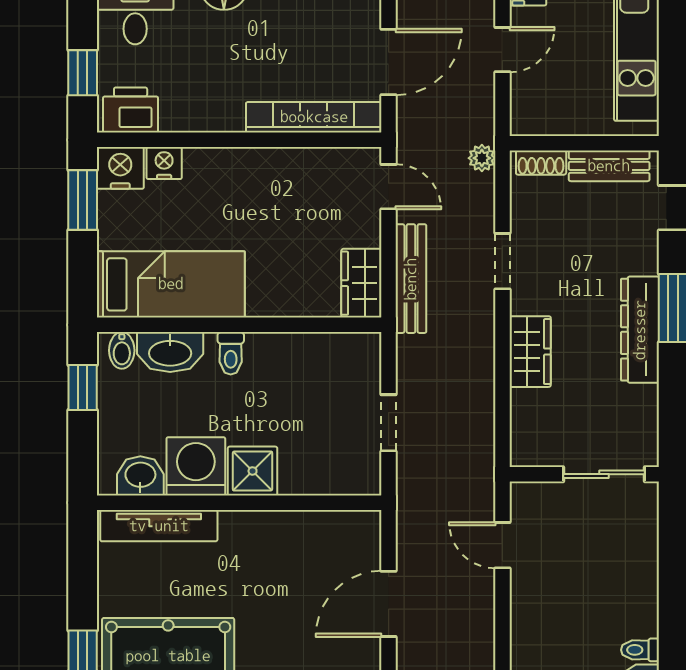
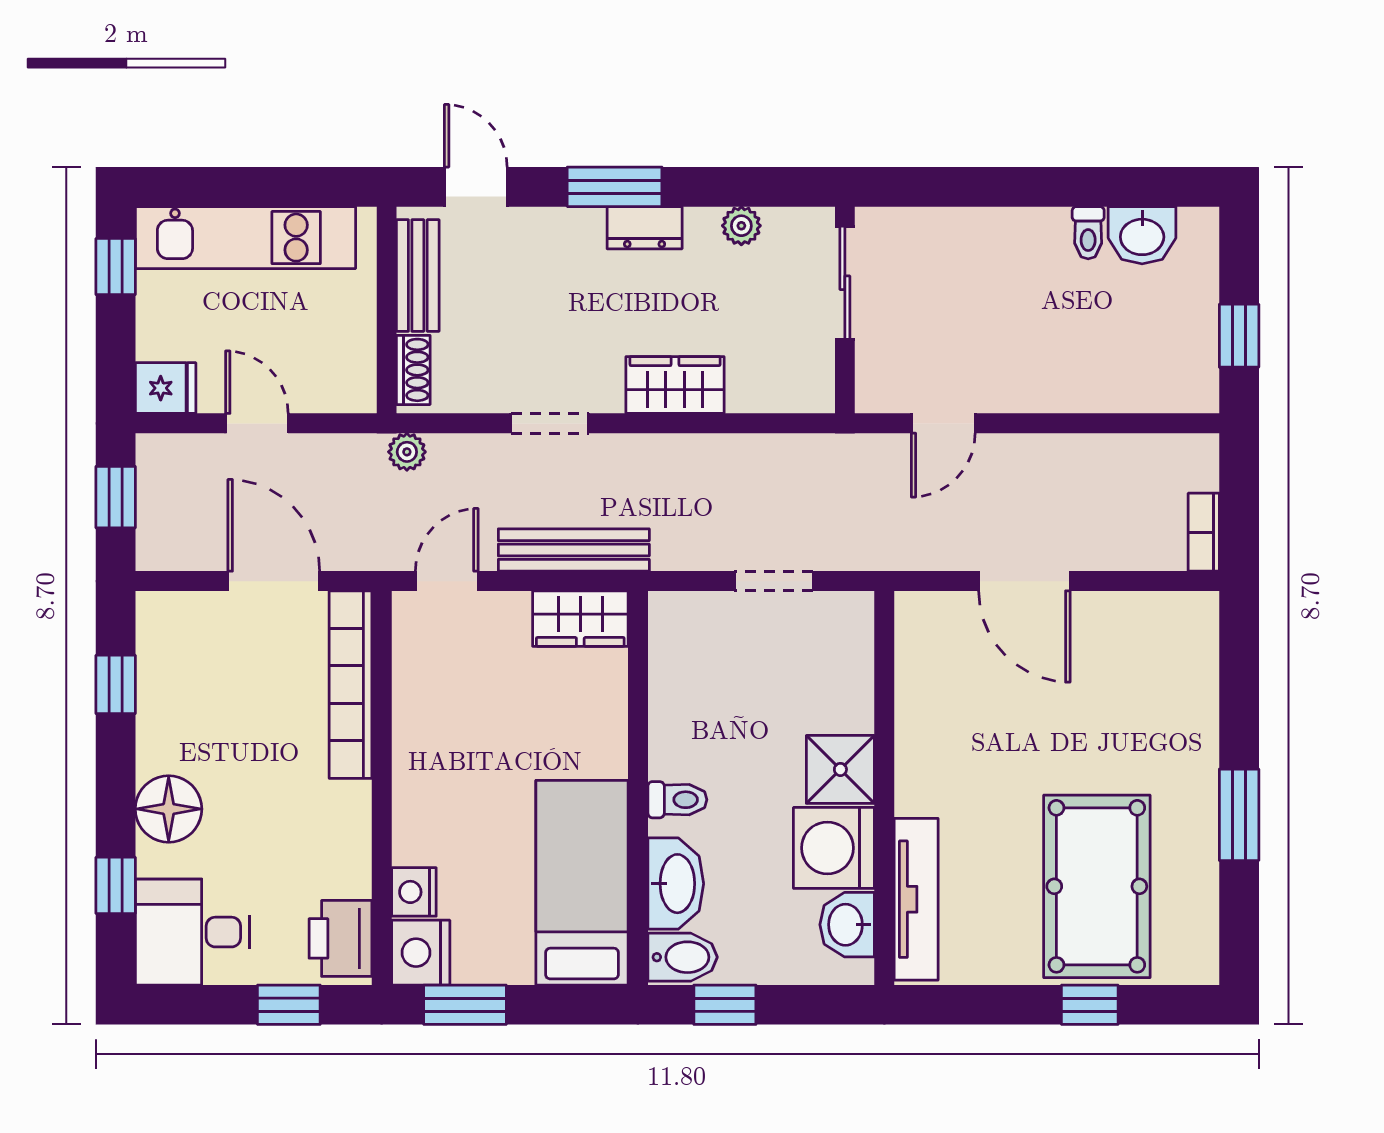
dresser: (640, 330) -> (645, 228), width x0.51, depth x0.80
bidet: (122, 350) -> (683, 957), width x1.38, depth x1.36
plant: (645, 399) -> (741, 226), added

